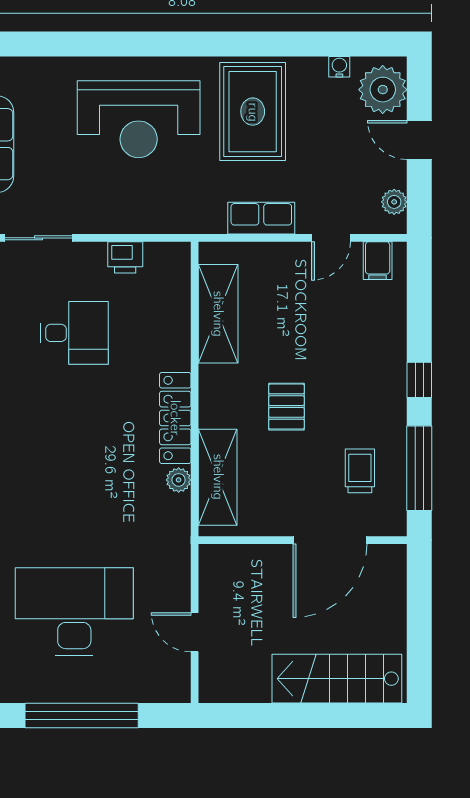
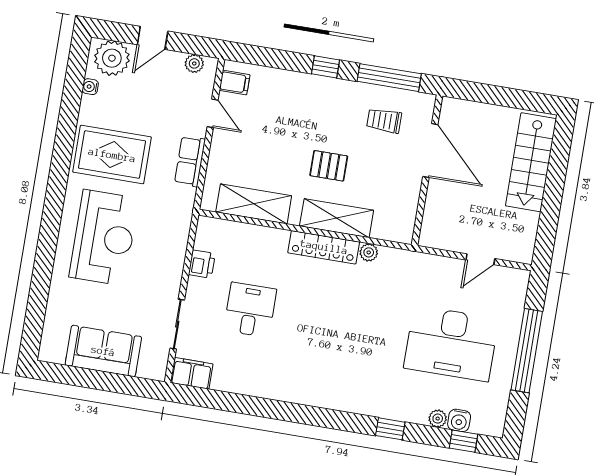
shelving: (218, 477) -> (337, 218), moved
desk: (74, 612) -> (451, 343), turned -90

